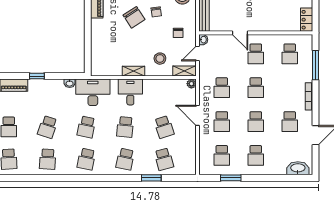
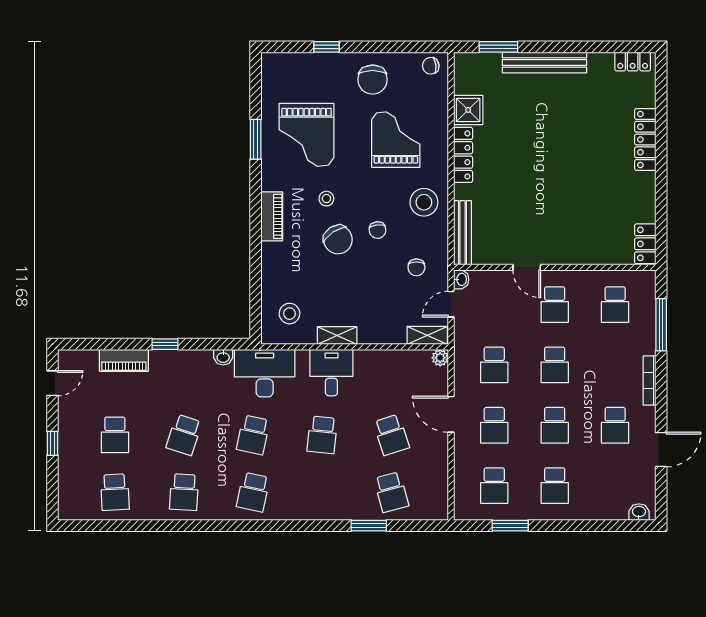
stool: (160, 59) -> (290, 314), moved
school desk: (125, 159) -> (322, 492), removed
washbasin: (298, 168) -> (639, 512), width x0.52, depth x0.69

